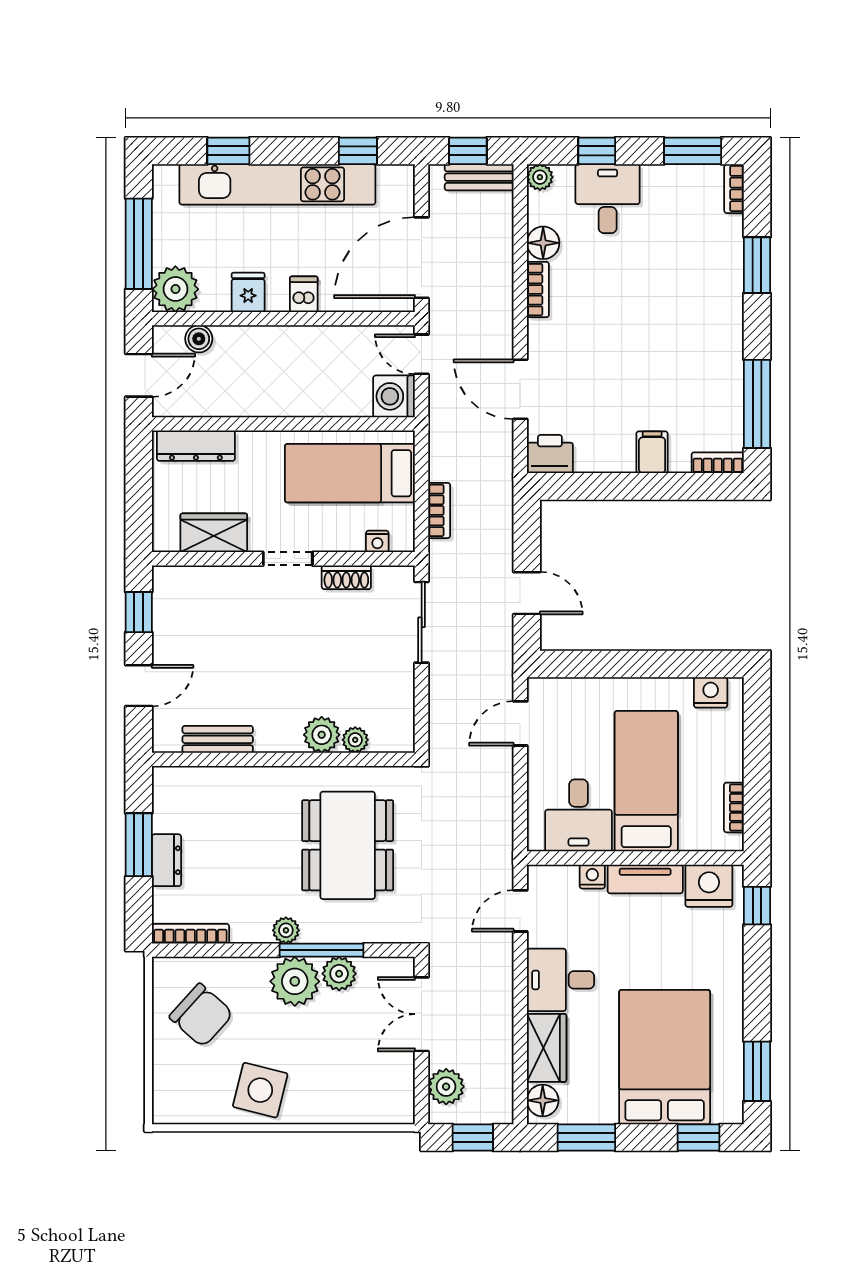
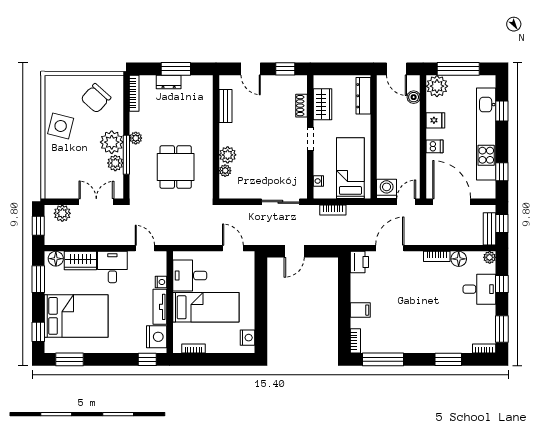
shoe rack: (346, 577) -> (302, 106), moved
dining table: (348, 845) -> (176, 167), width x0.73

